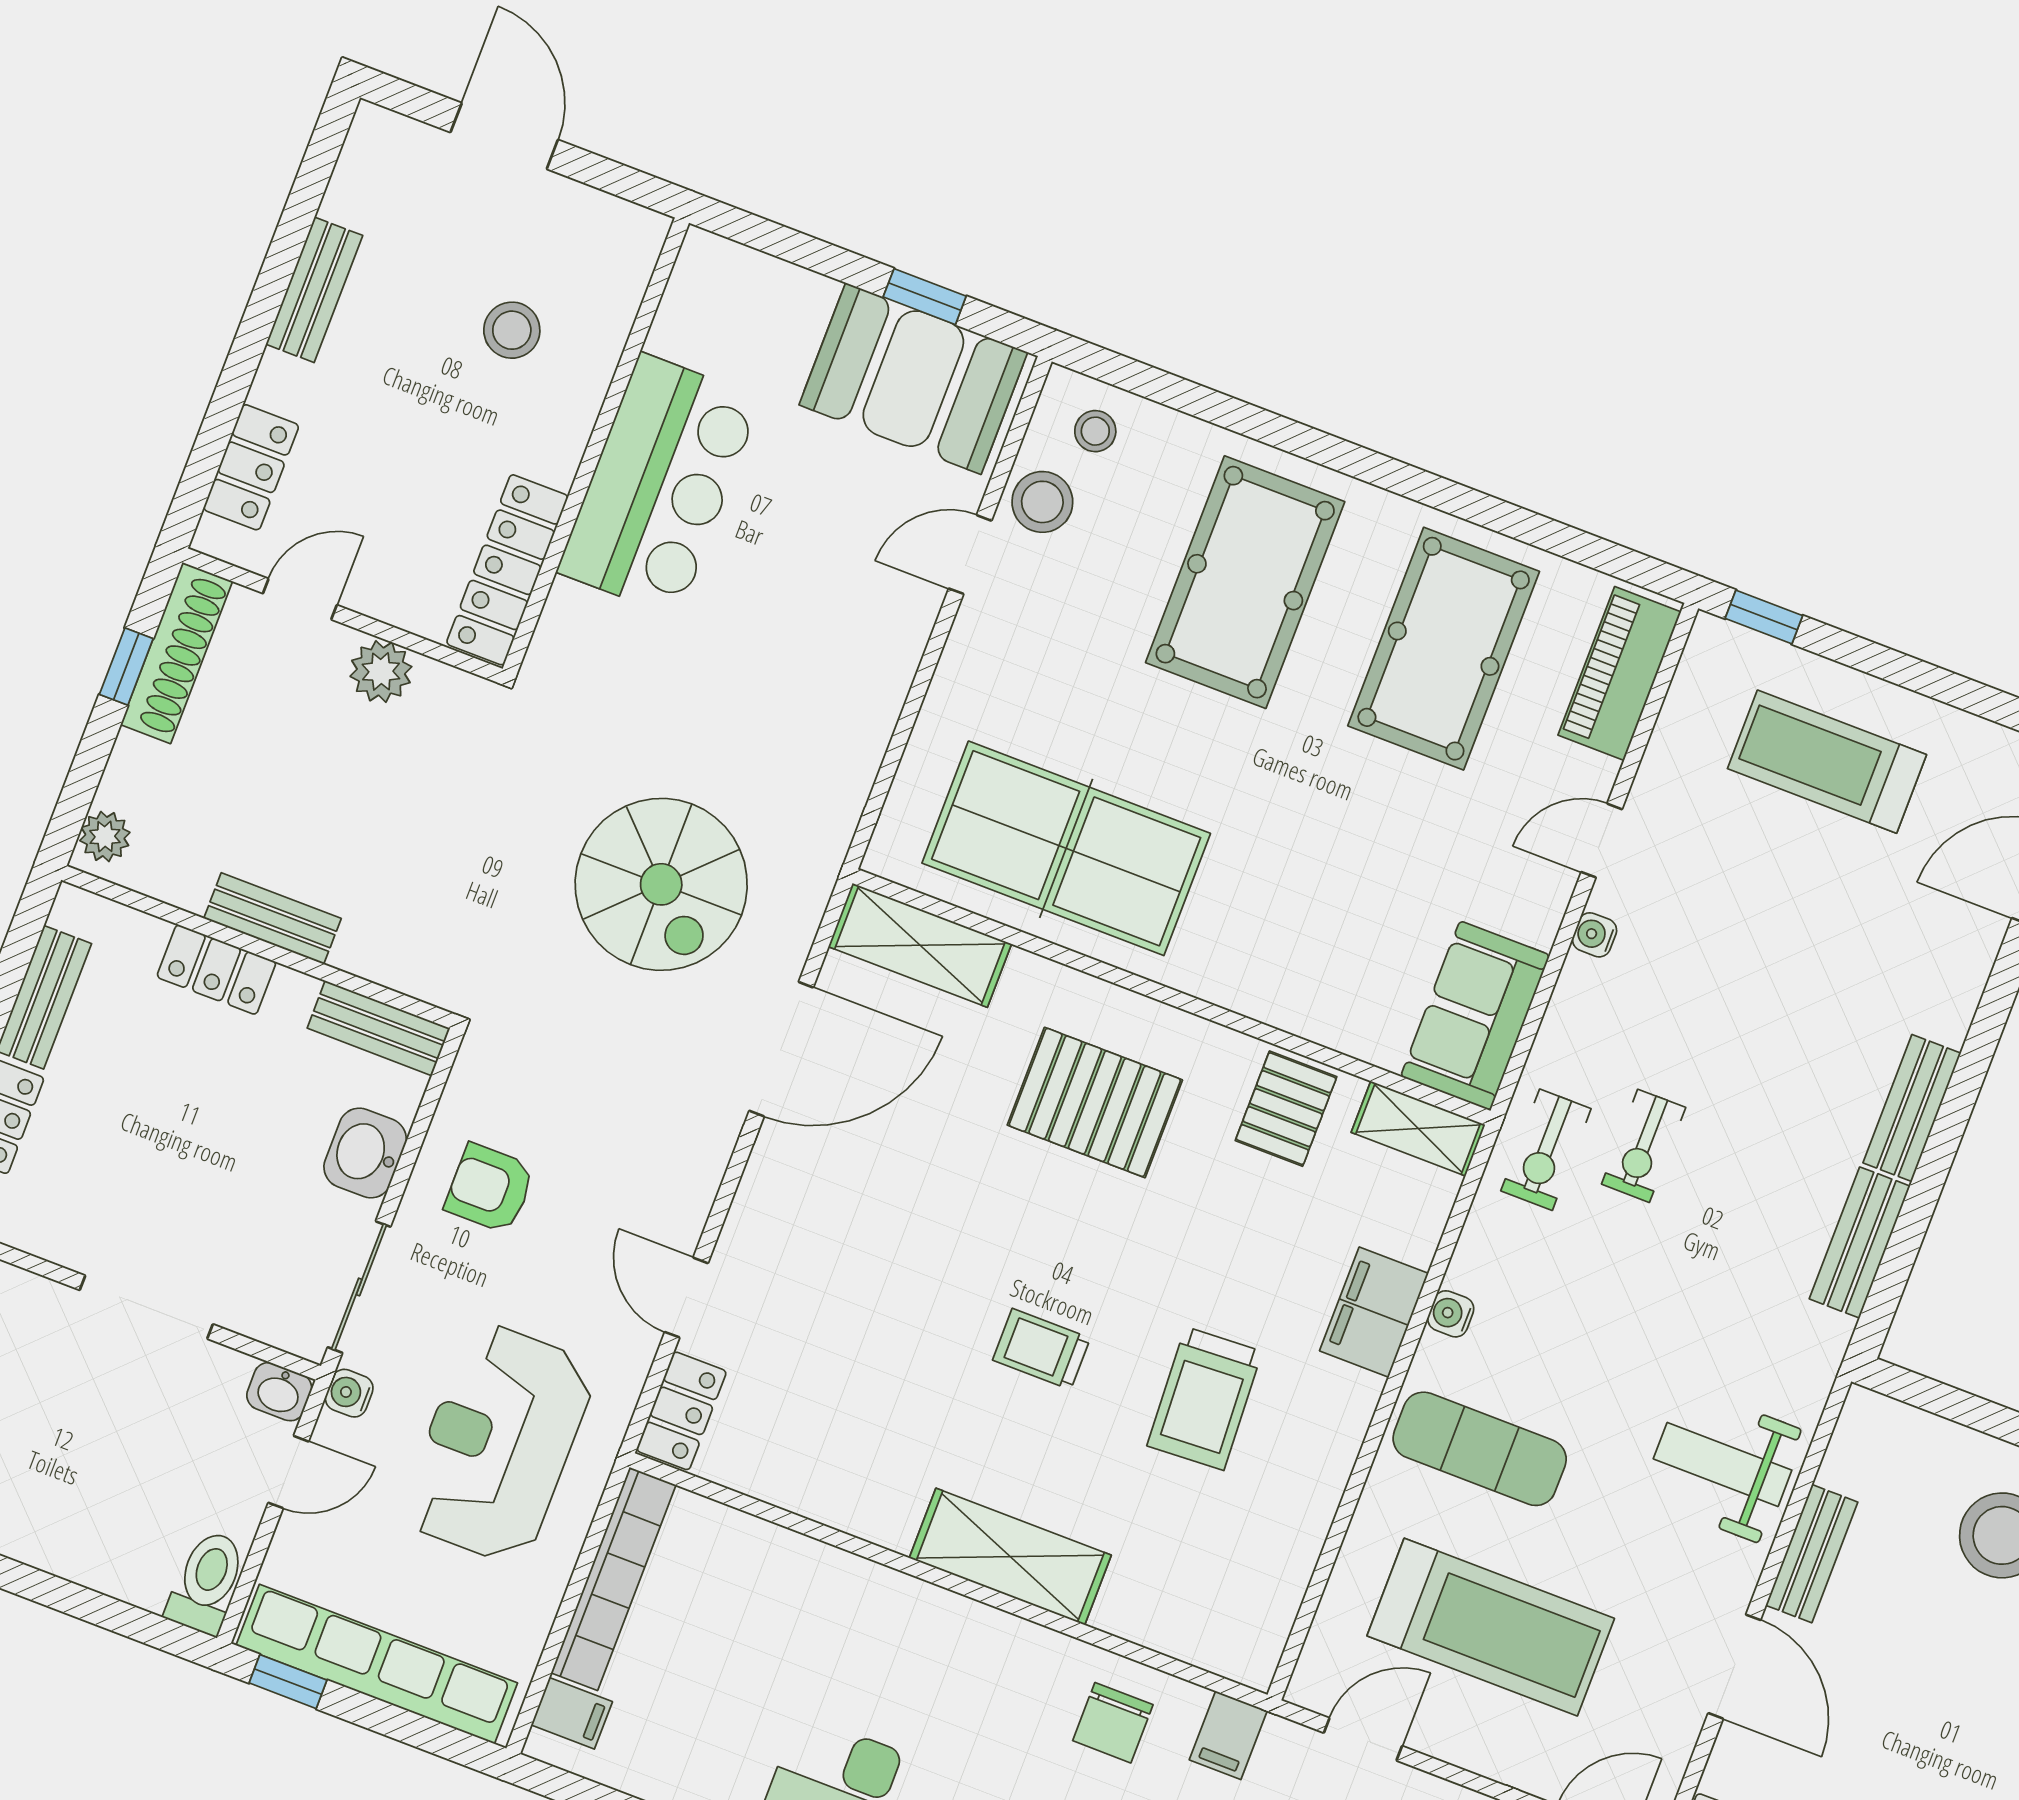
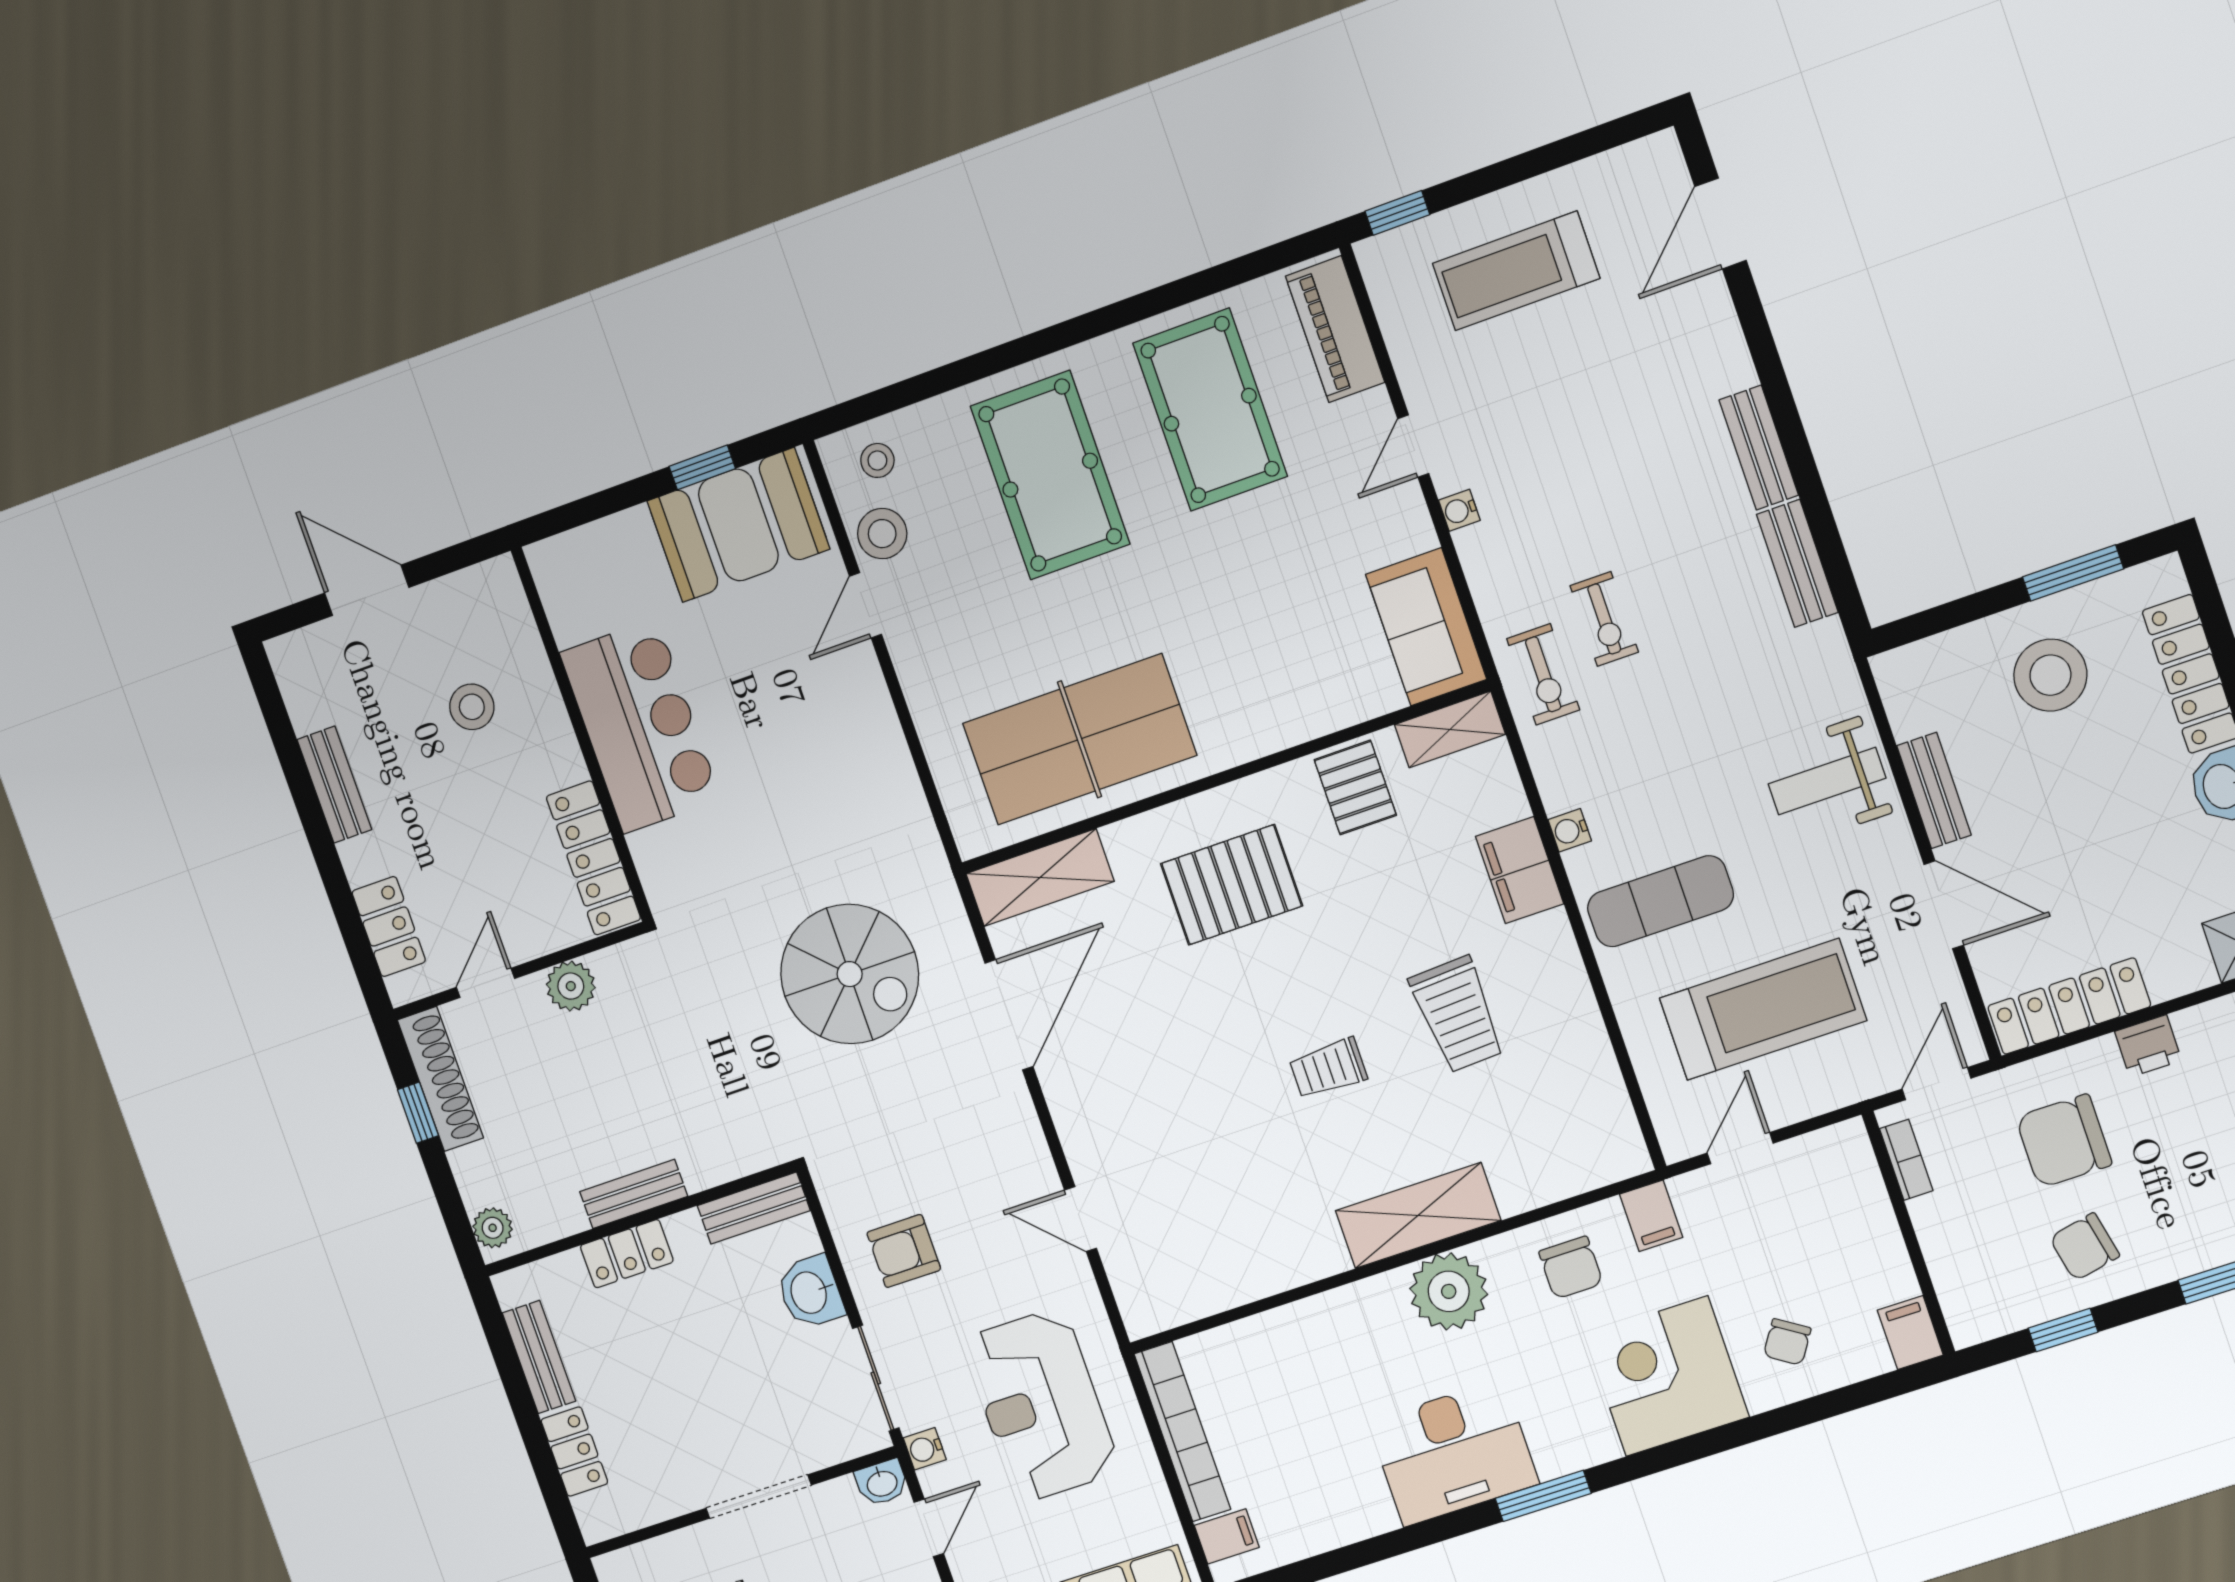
locker: (681, 1411) -> (1137, 1292), removed
plant: (979, 1652) -> (1449, 1291), added

